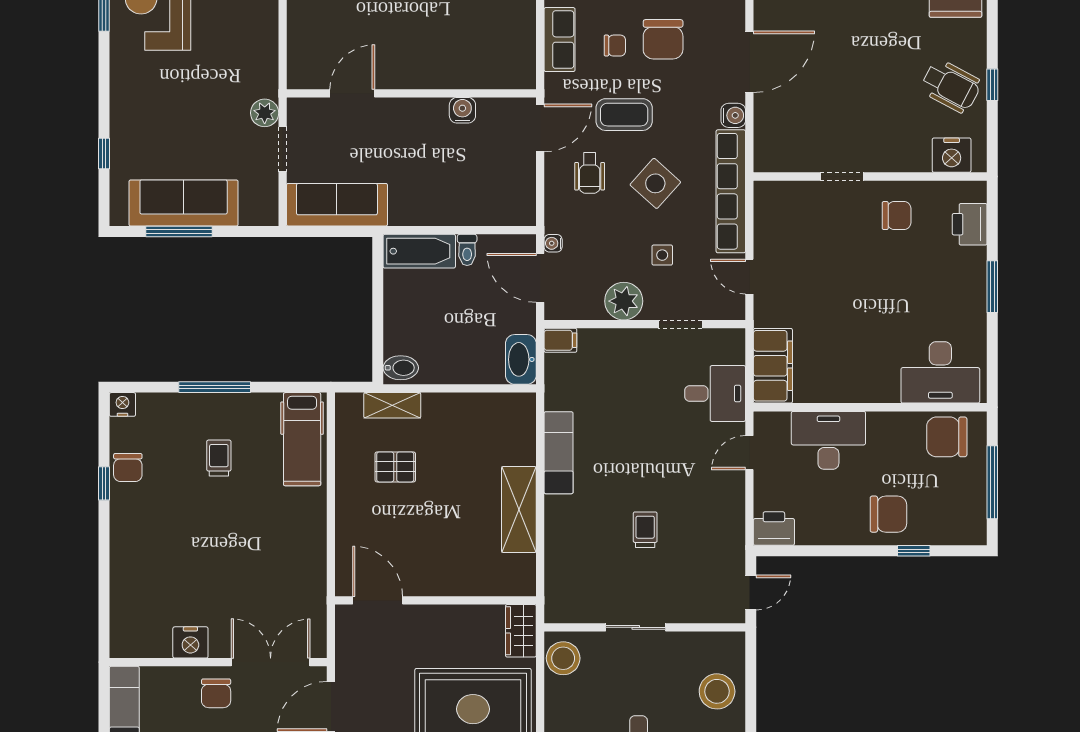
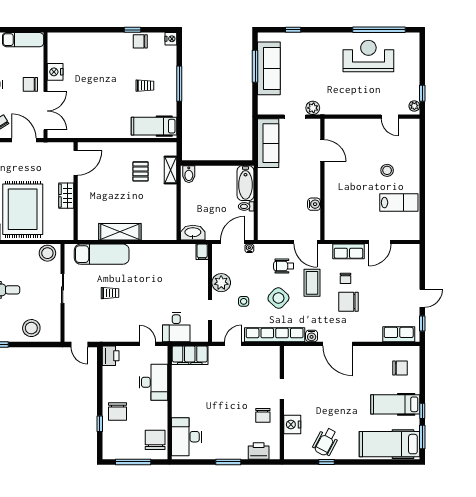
nightstand: (952, 155) -> (292, 424), moved
exam couch: (559, 453) -> (102, 254), moved, width x1.36, depth x1.45
wardrobe: (521, 631) -> (66, 196), moved, turned -90

